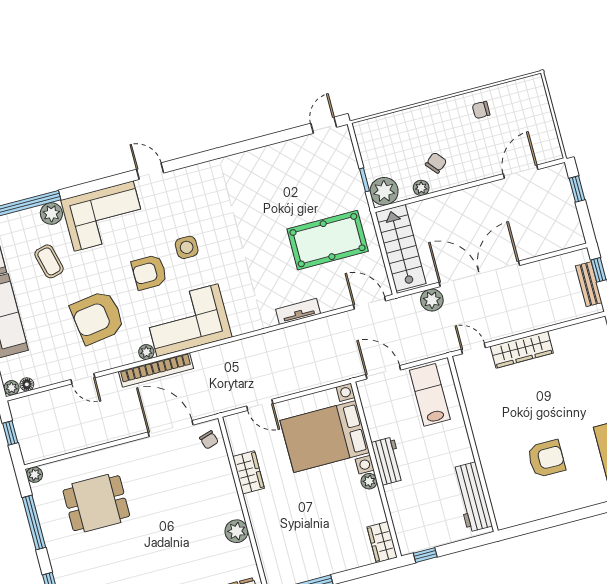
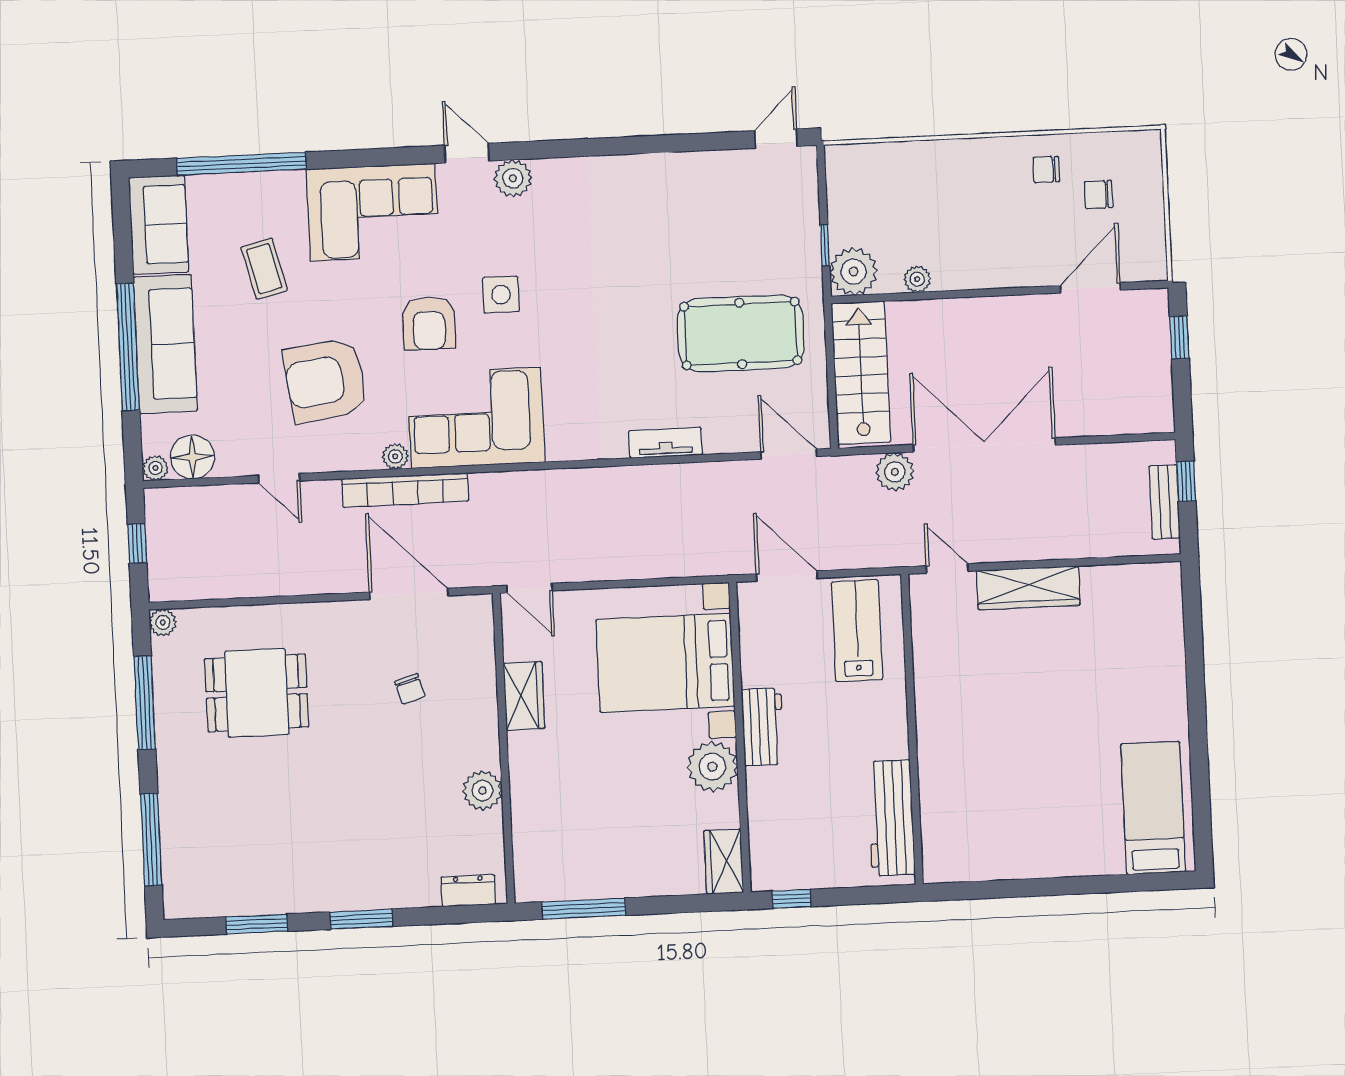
chair: (436, 163) -> (1098, 194), moved, turned -140
plant: (51, 214) -> (513, 178), moved
armchair: (149, 272) -> (429, 323), turned -90
floor lamp: (27, 384) -> (192, 457), width x1.89, depth x1.89
door: (260, 405) -> (529, 588), moved
chair: (209, 440) -> (410, 689), moved
armchair: (546, 459) -> (1030, 780), removed
plant: (369, 481) -> (712, 767), width x1.87, depth x1.87

